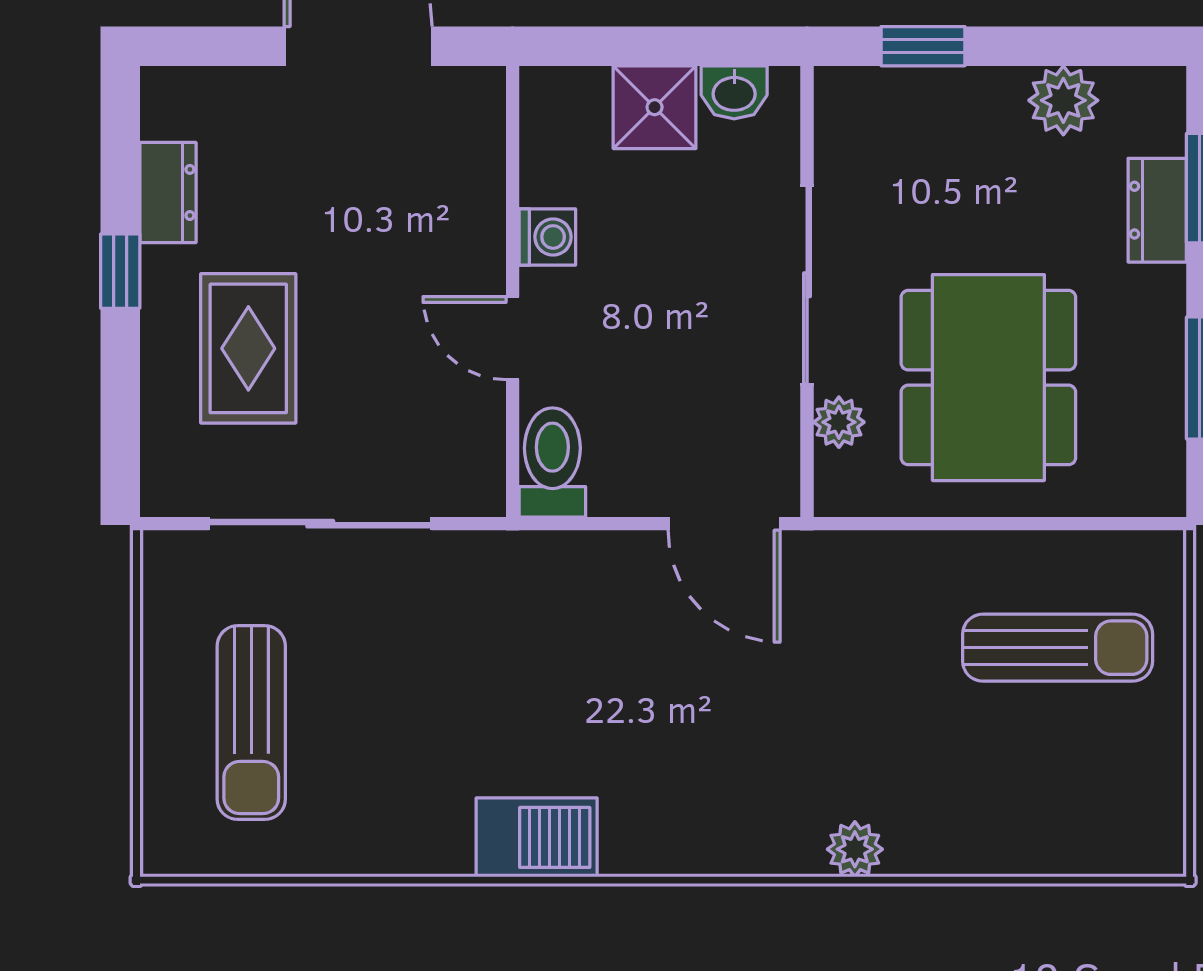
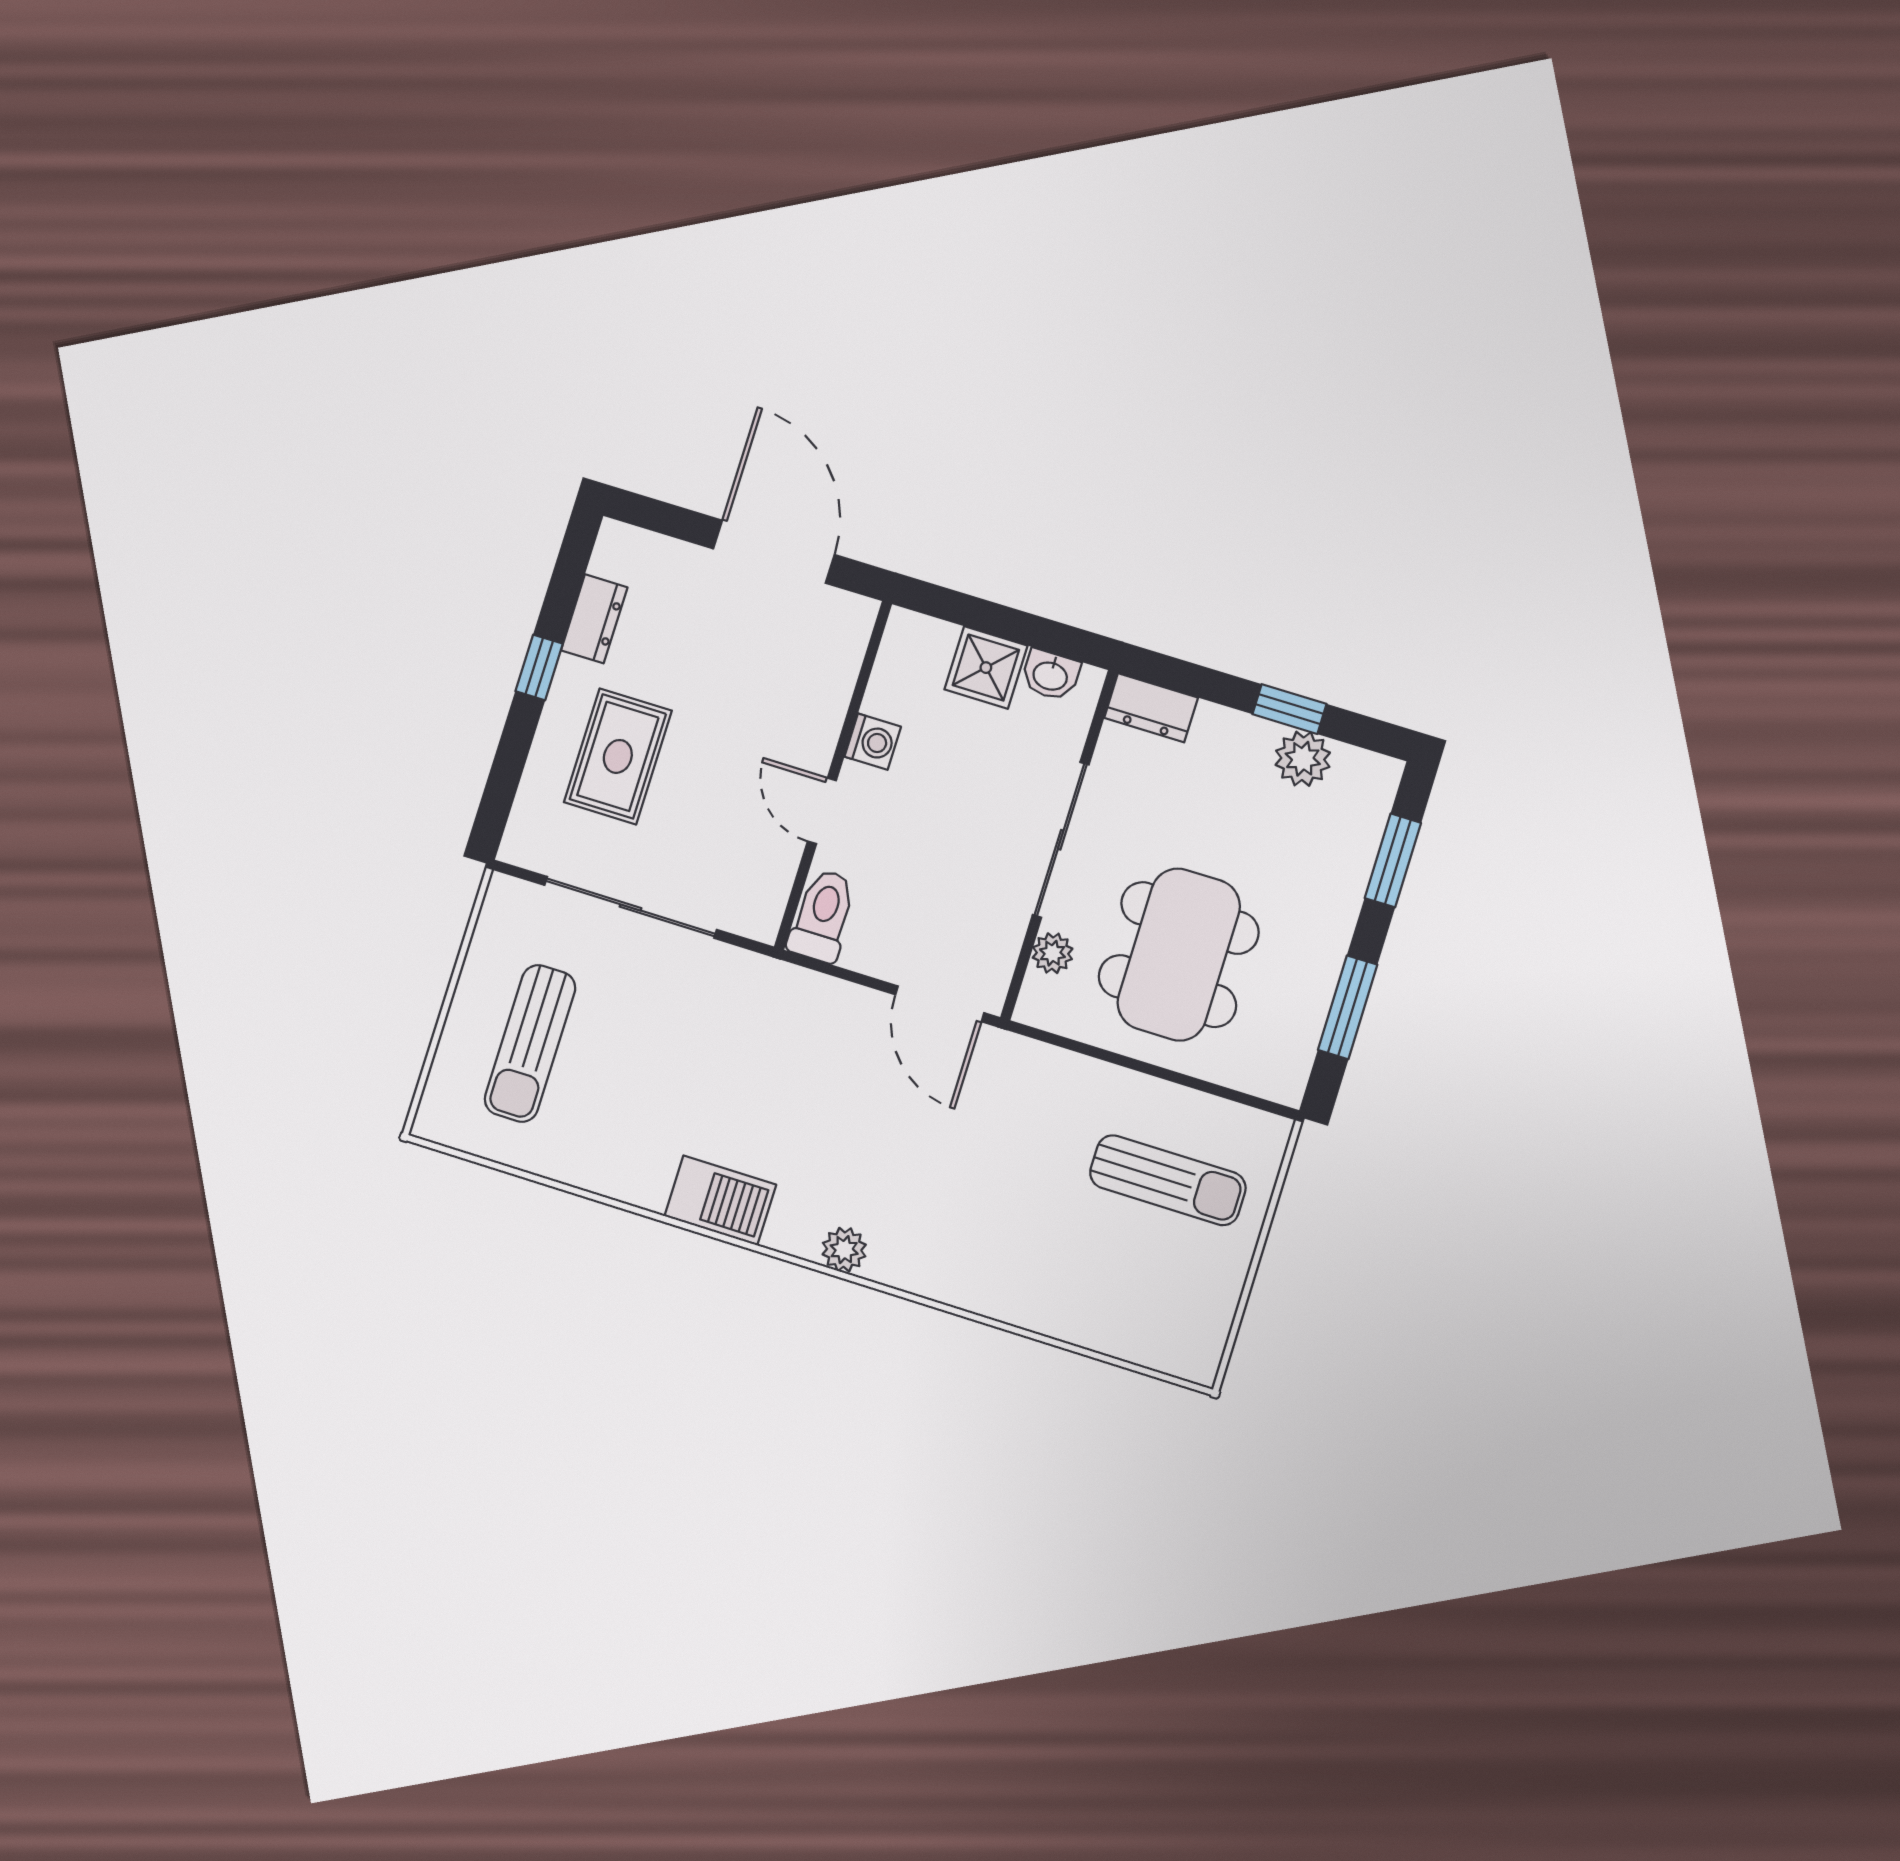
window: (923, 46) -> (1289, 709), moved
dresser: (1157, 210) -> (1151, 708), moved, turned -90
plant: (855, 849) -> (844, 1250), moved

